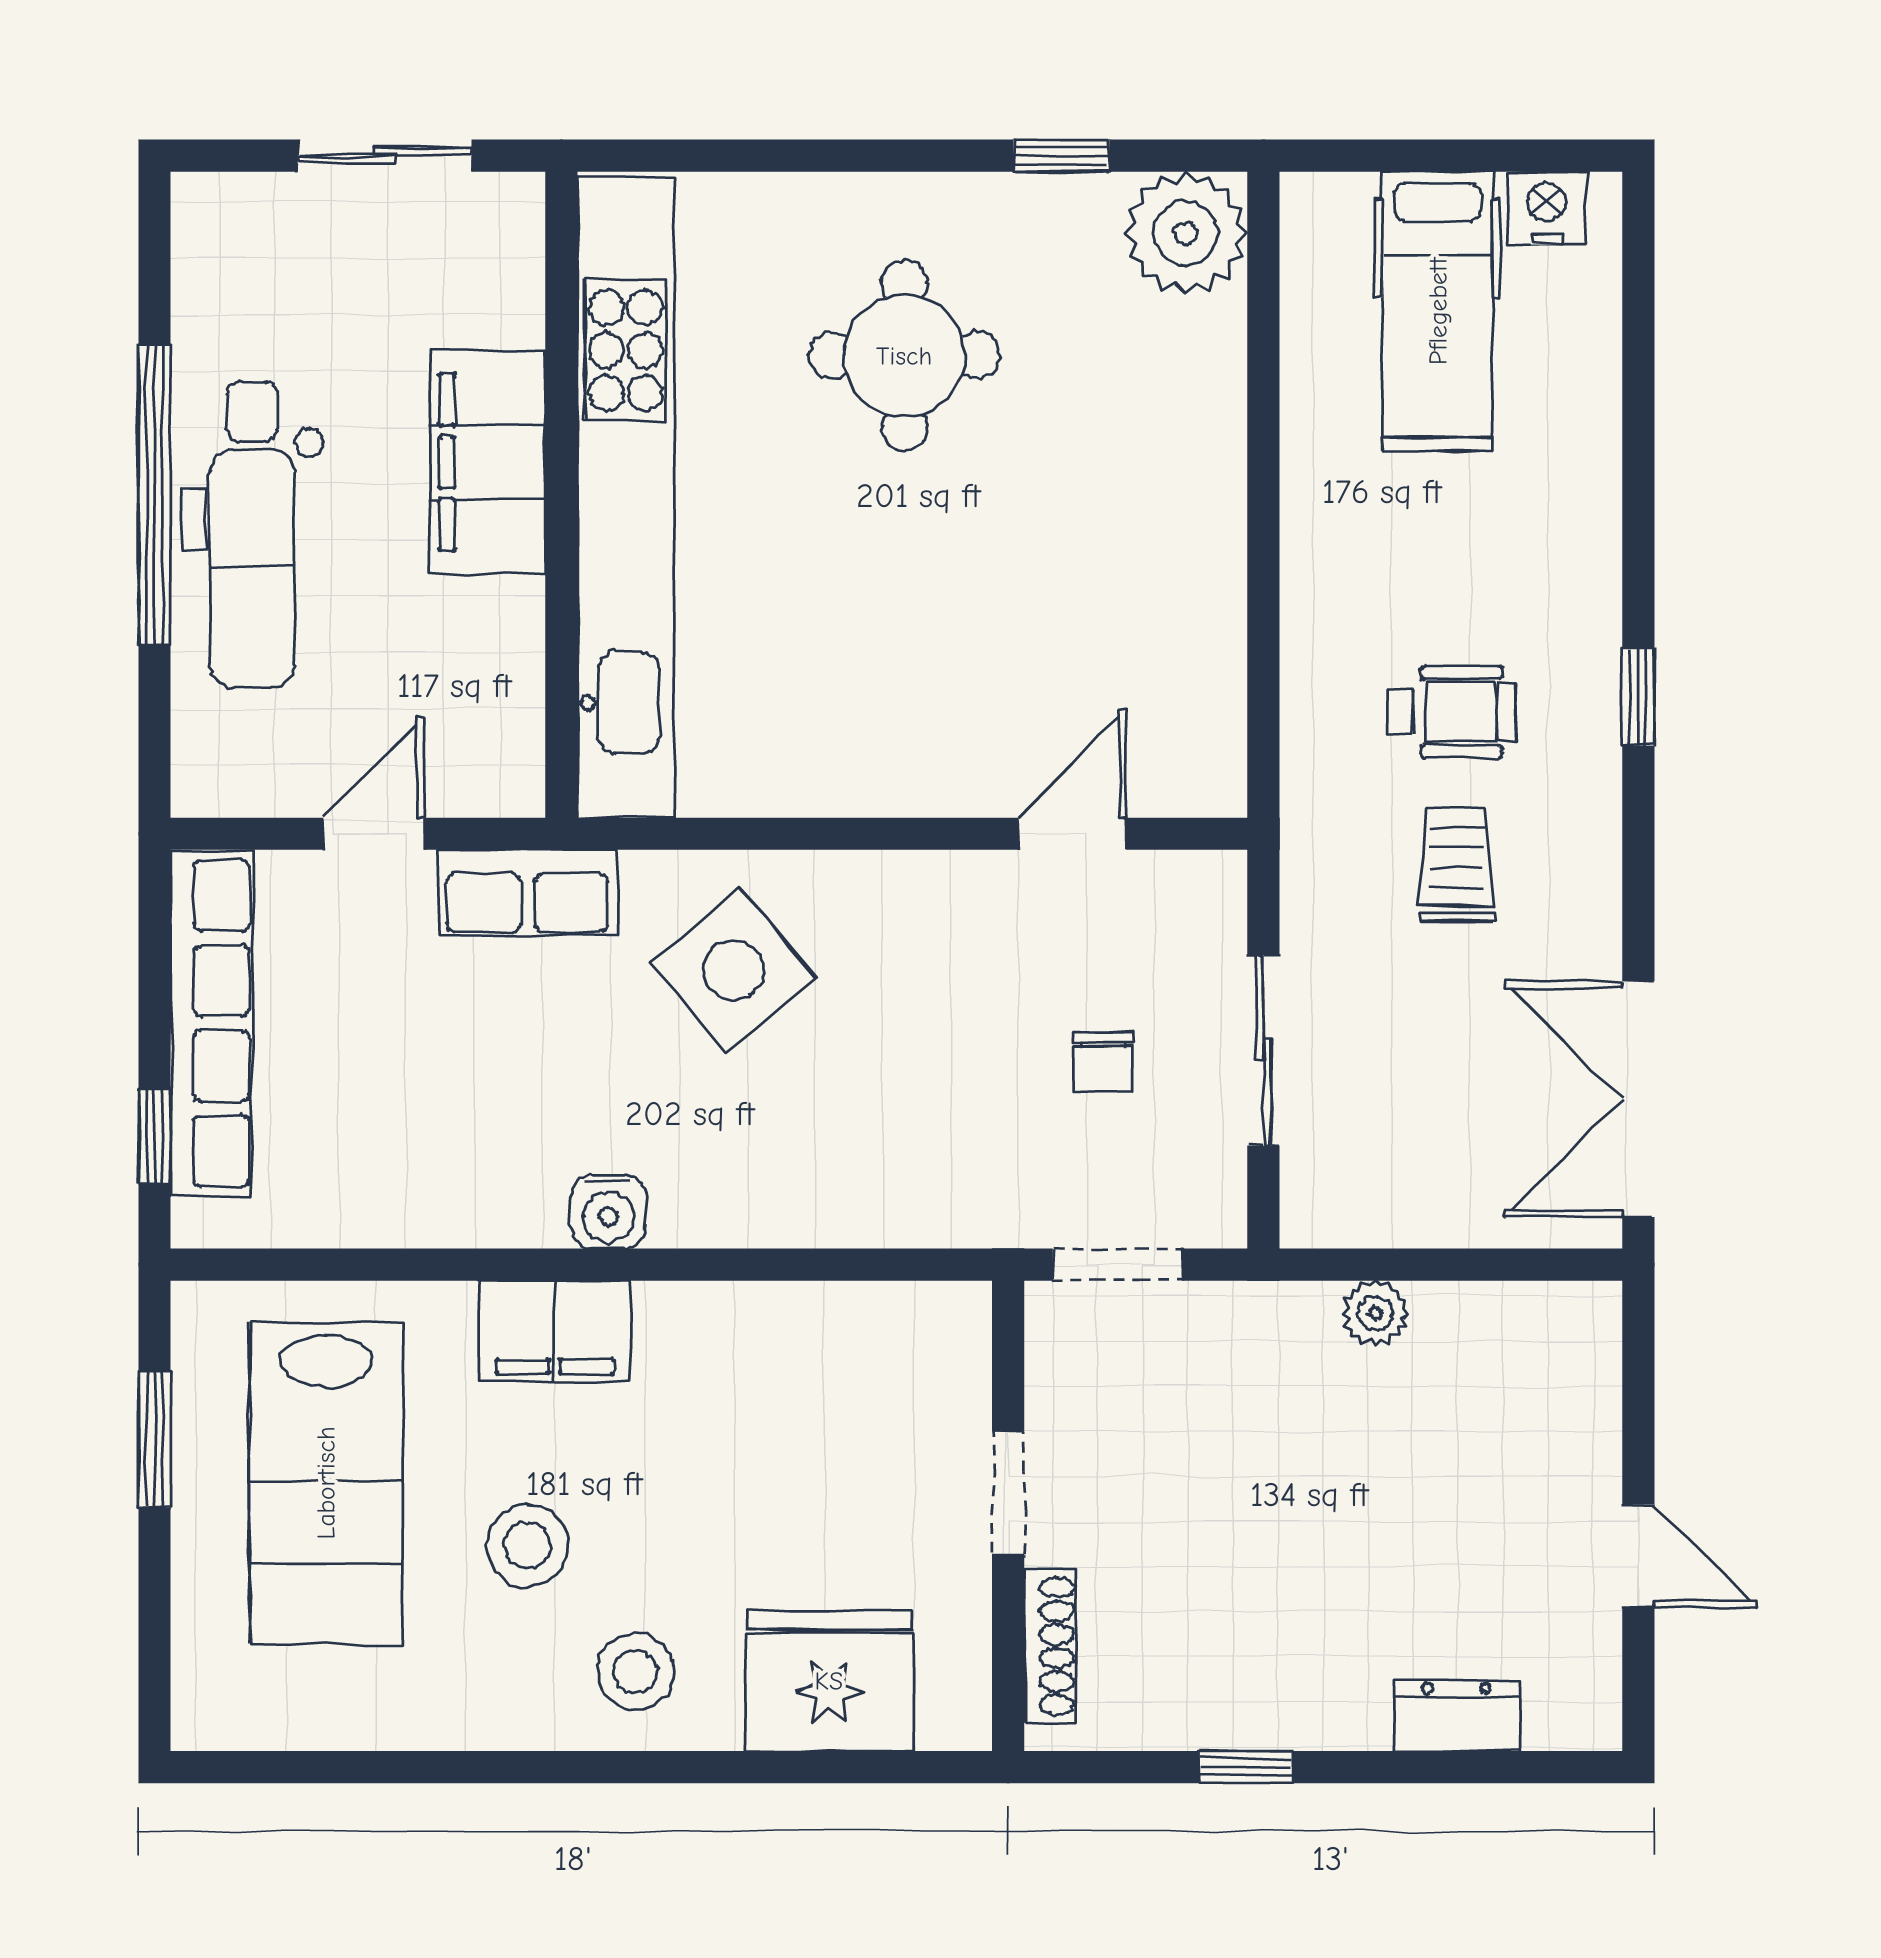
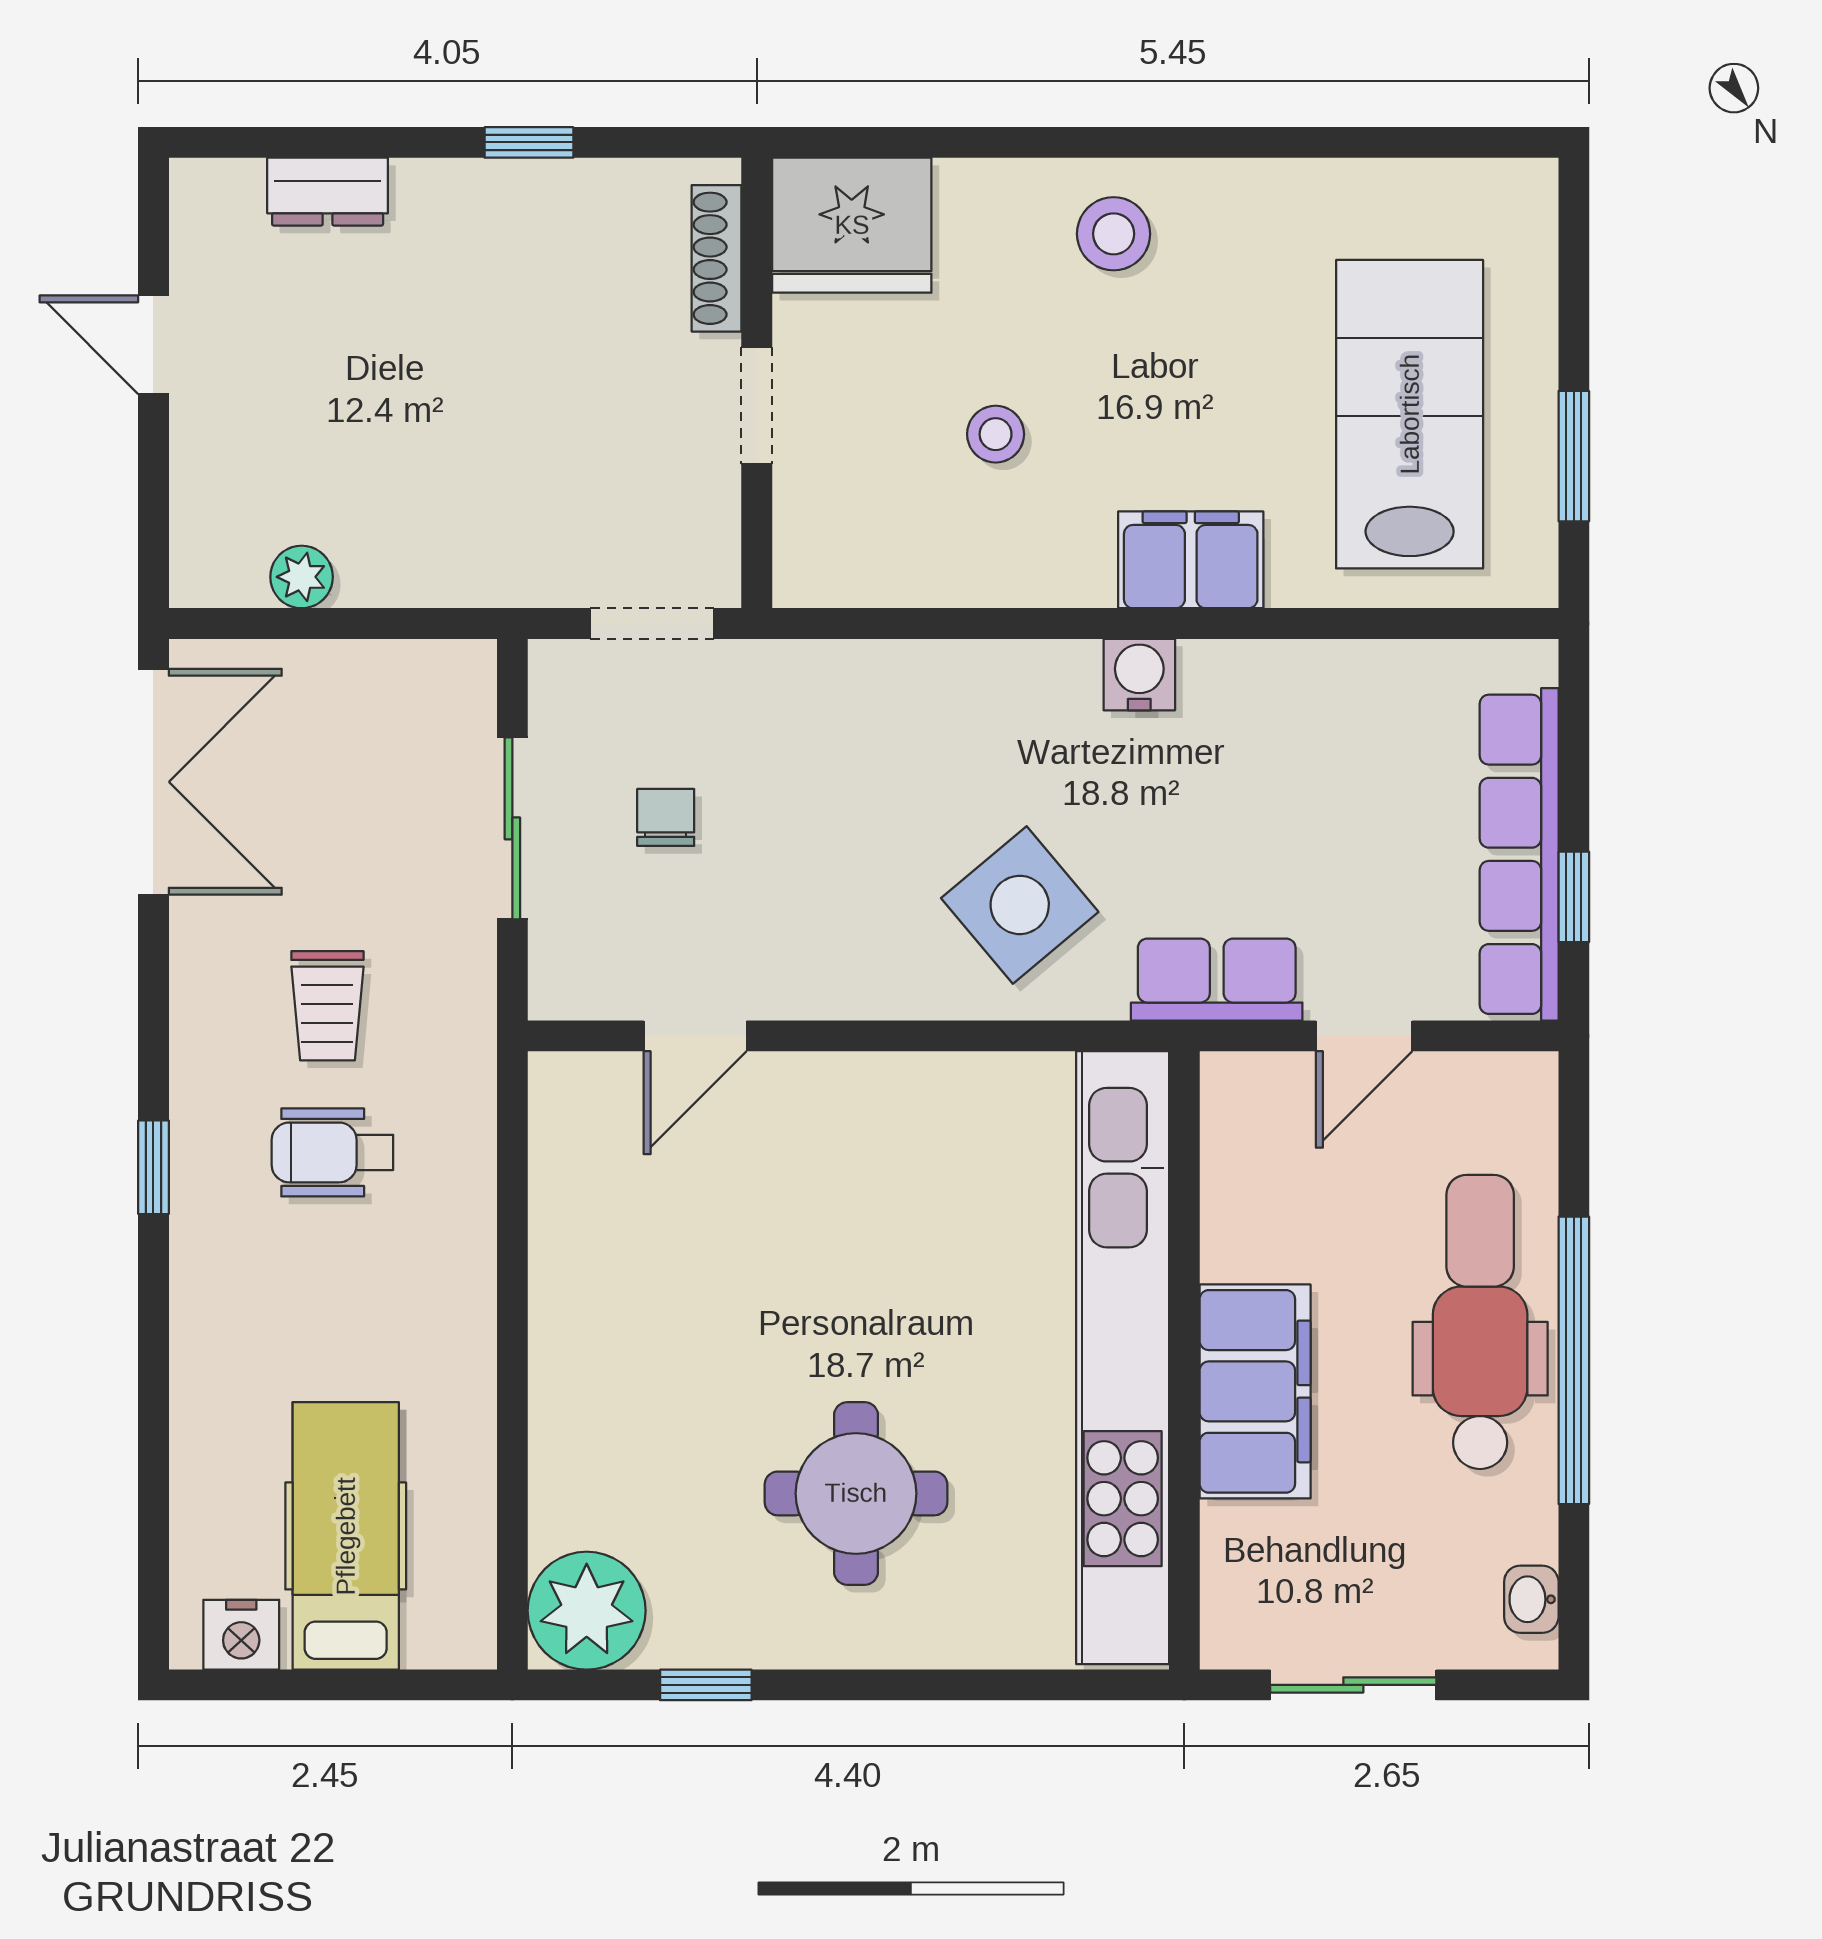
washbasin: (199, 245) -> (1531, 1599), added
window: (154, 1136) -> (1574, 897), moved
plant: (1375, 1313) -> (302, 577), moved
stool: (527, 1545) -> (996, 434), moved, width x0.73, depth x0.73
fridge: (829, 1681) -> (852, 225), moved

